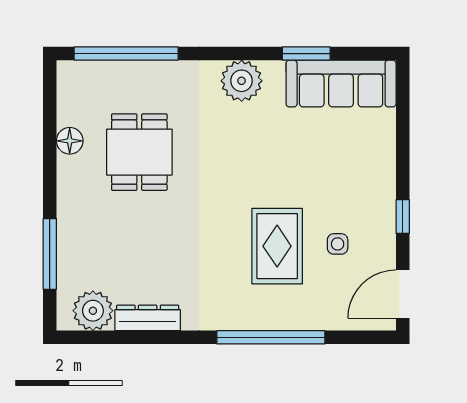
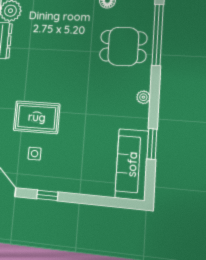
plant: (242, 81) -> (143, 97), width x0.53, depth x0.53
dining table: (139, 152) -> (123, 46), moved

